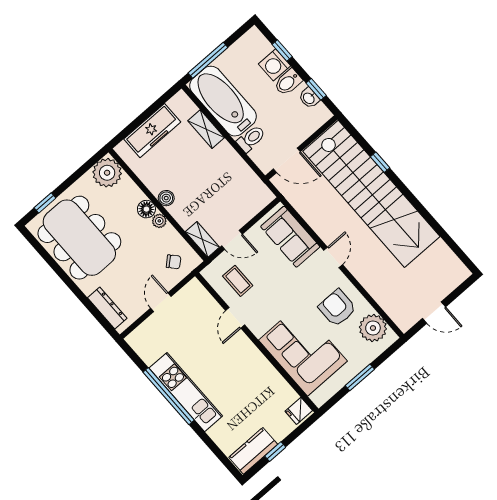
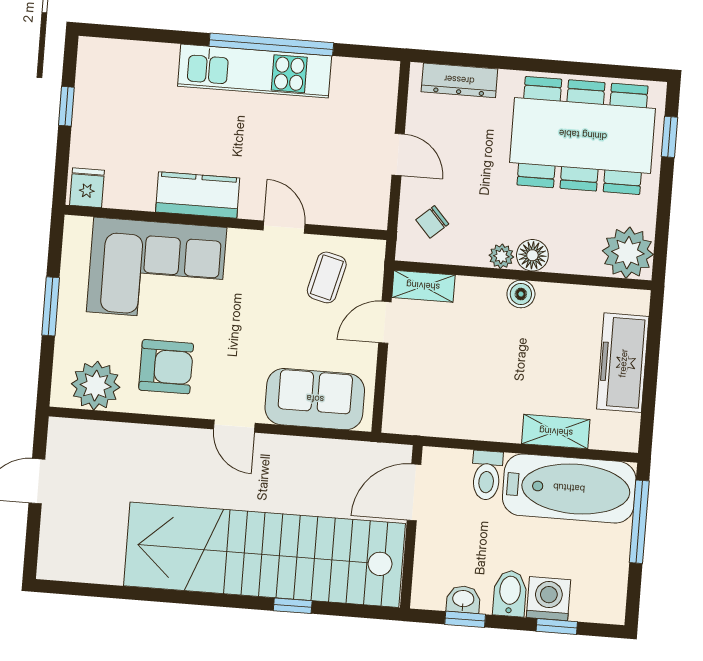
coffee table: (238, 281) -> (327, 277), turned -76
kitchen counter: (253, 451) -> (198, 195), moved, turned -90

